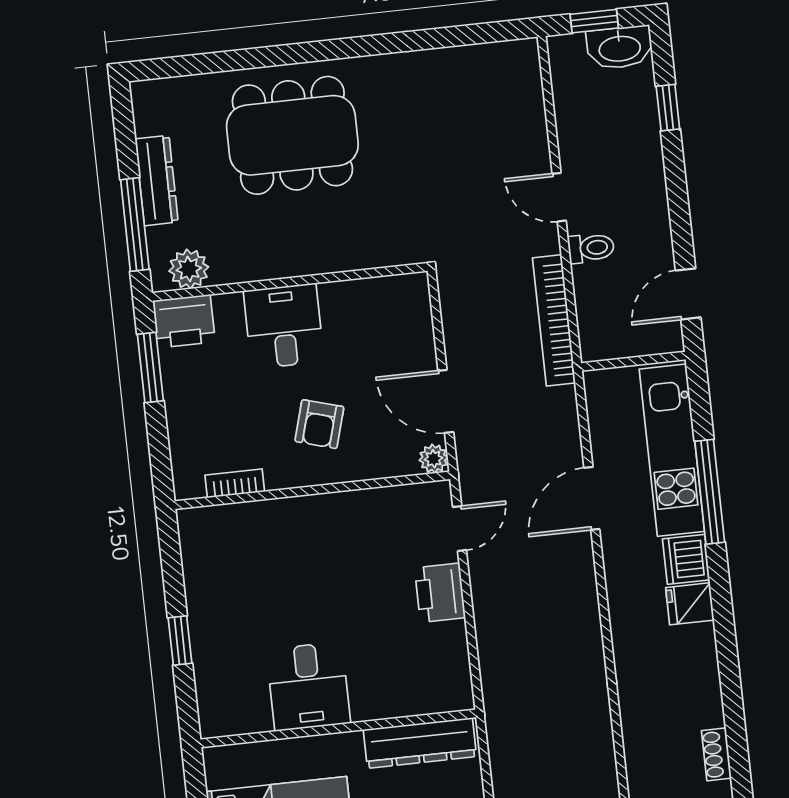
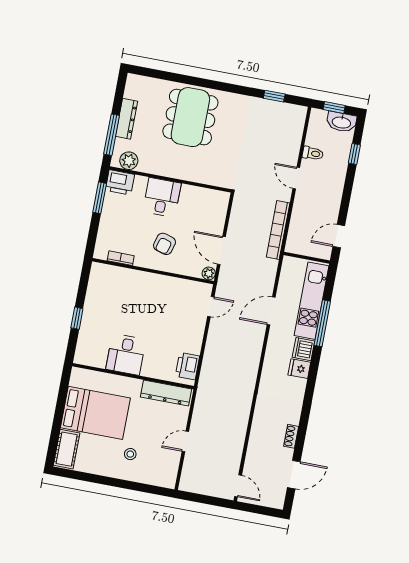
window: (458, 36) -> (274, 96), added
dining table: (292, 135) -> (190, 117), turned 90
toilet: (591, 248) -> (313, 153), moved
printer: (440, 593) -> (188, 366), moved

